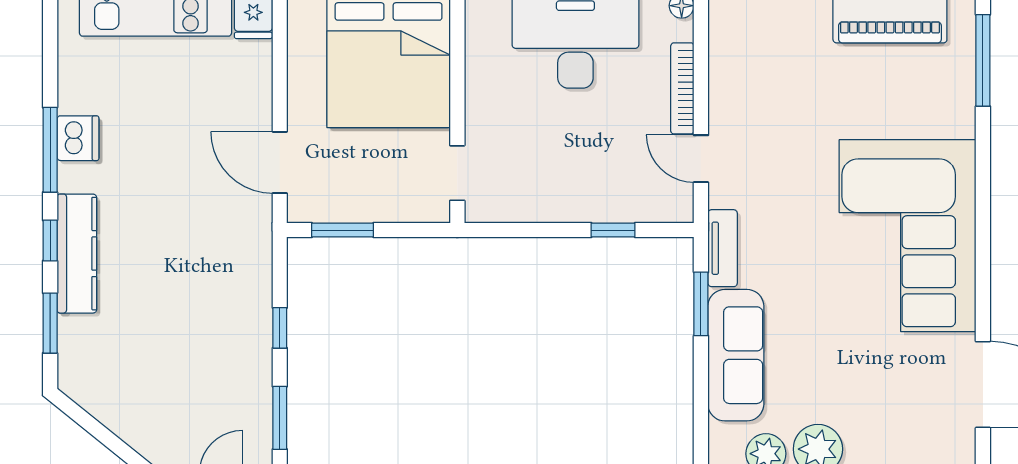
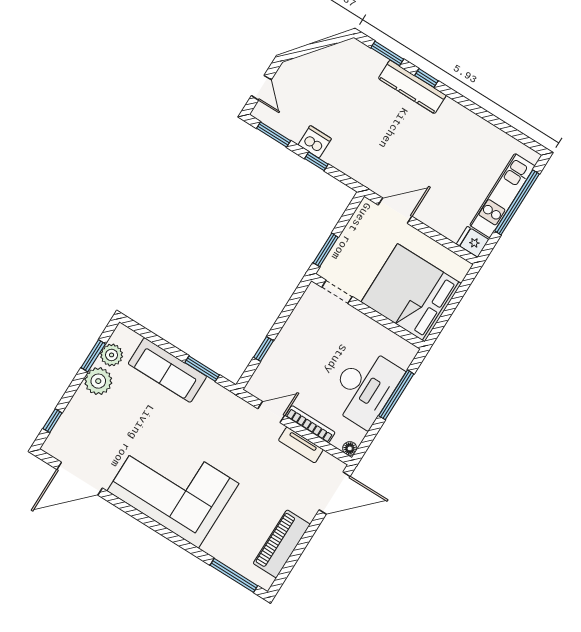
dishwasher: (78, 138) -> (315, 142), moved, turned 180
window: (50, 150) -> (470, 105), removed
window: (343, 230) -> (326, 250), moved
tv unit: (723, 248) -> (301, 445), moved

